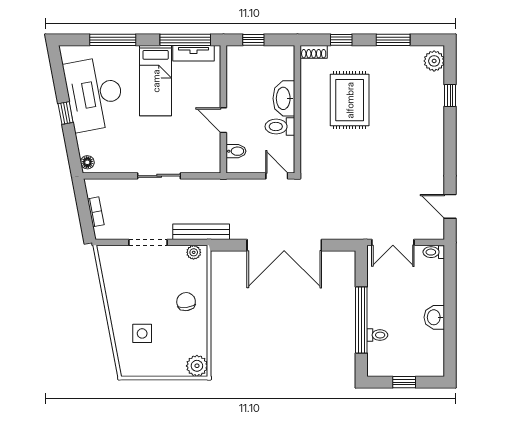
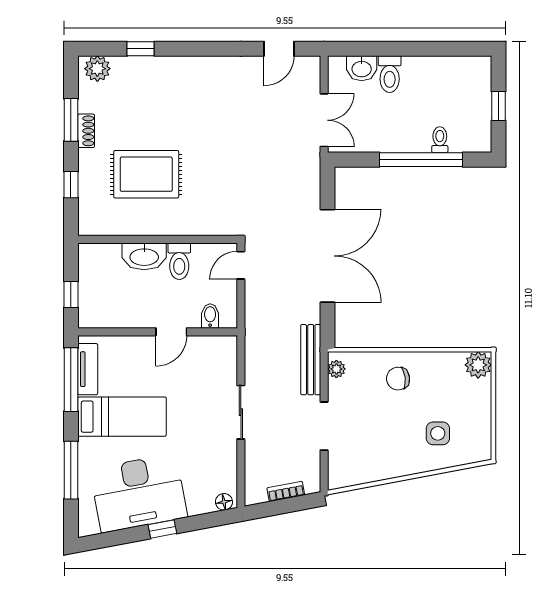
shoe rack: (314, 52) -> (86, 131), moved
toilet: (434, 252) -> (390, 74), moved, width x1.37, depth x1.39
washbasin: (434, 317) -> (362, 68), moved

